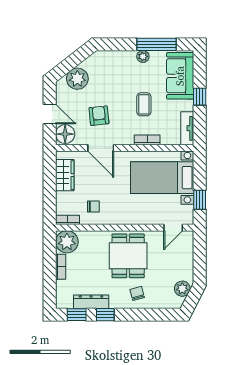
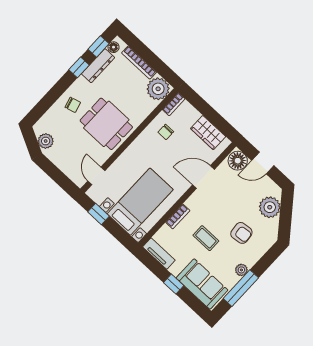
armchair: (99, 116) -> (241, 233), moved
bookcase: (61, 267) -> (139, 62), width x1.56
floor lamp: (67, 303) -> (113, 47), added

